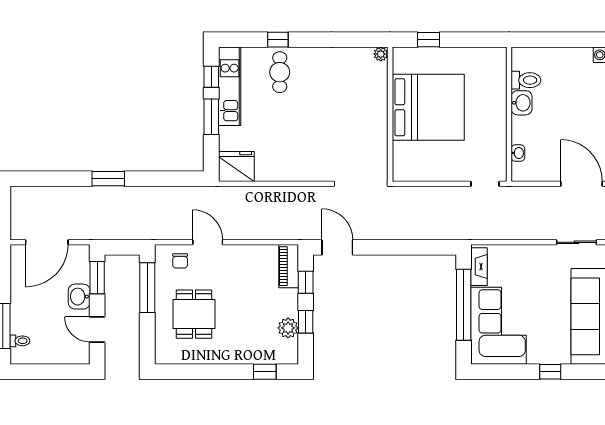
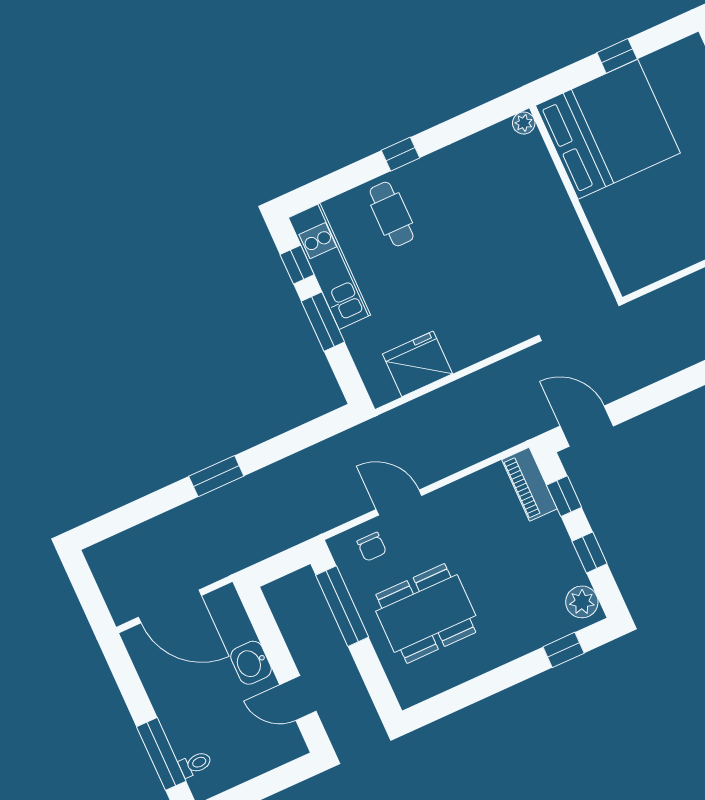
window: (278, 40) -> (400, 154), moved
window: (429, 40) -> (617, 56), moved
bed: (428, 107) -> (608, 129), moved
fridge: (236, 166) -> (417, 364), moved
door: (47, 242) -> (170, 606), hinge flipped
window: (97, 278) -> (264, 624), removed
dining table: (194, 314) -> (426, 613), width x1.38
plant: (288, 328) -> (582, 602), moved

